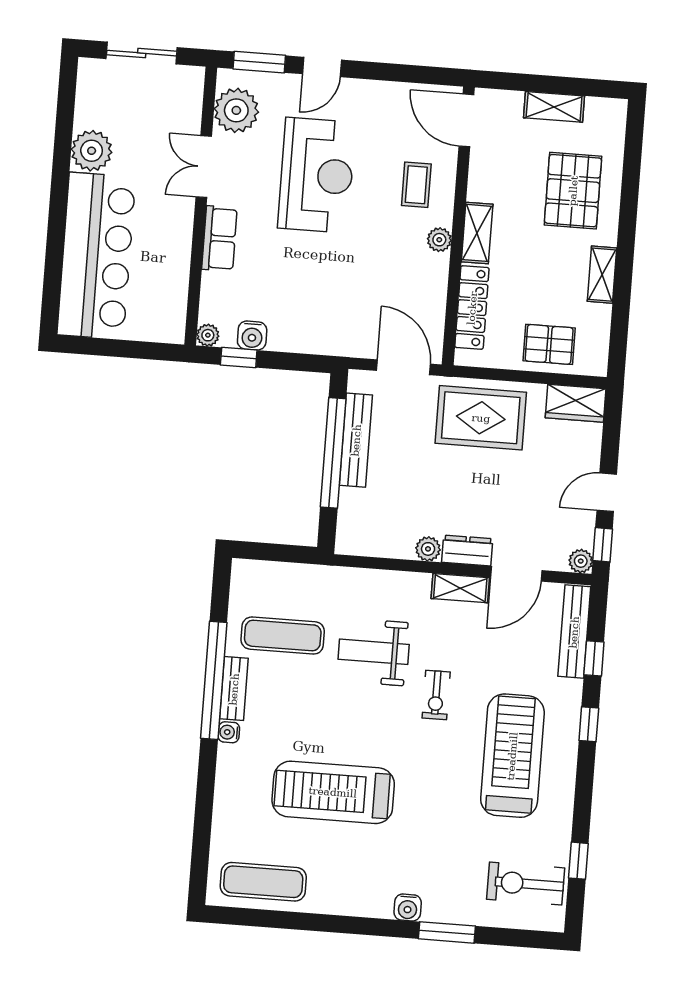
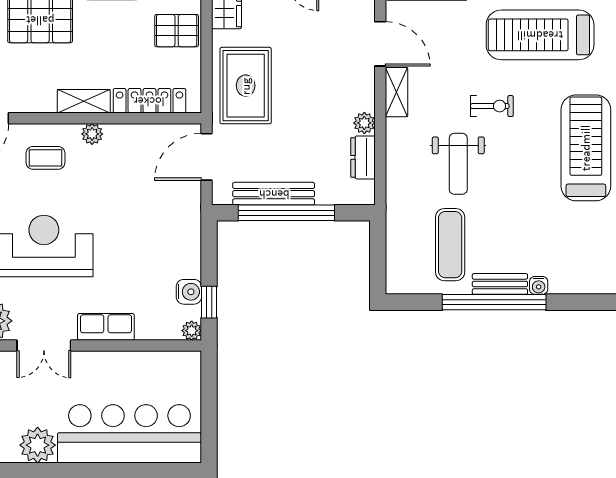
pallet: (549, 344) -> (177, 31), turned 90
dresser: (467, 550) -> (363, 157), moved
treadmill: (333, 792) -> (586, 148), moved, turned 180

